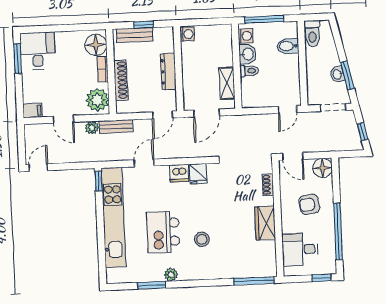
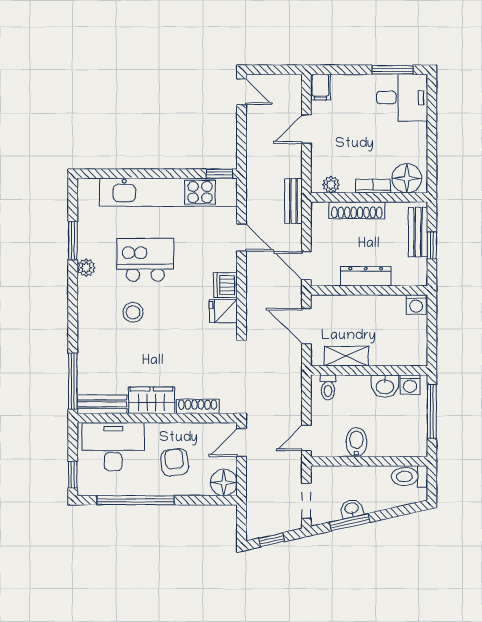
bidet: (288, 46) -> (356, 442), moved
toilet: (249, 71) -> (328, 387), moved
plant: (97, 100) -> (331, 184), width x0.53, depth x0.53
door: (287, 109) -> (306, 438), hinge flipped
plant: (92, 128) -> (293, 168), removed
shoe rack: (268, 185) -> (198, 406), width x1.43
desk: (300, 249) -> (113, 447), width x1.37
bench: (270, 259) -> (102, 404), added

